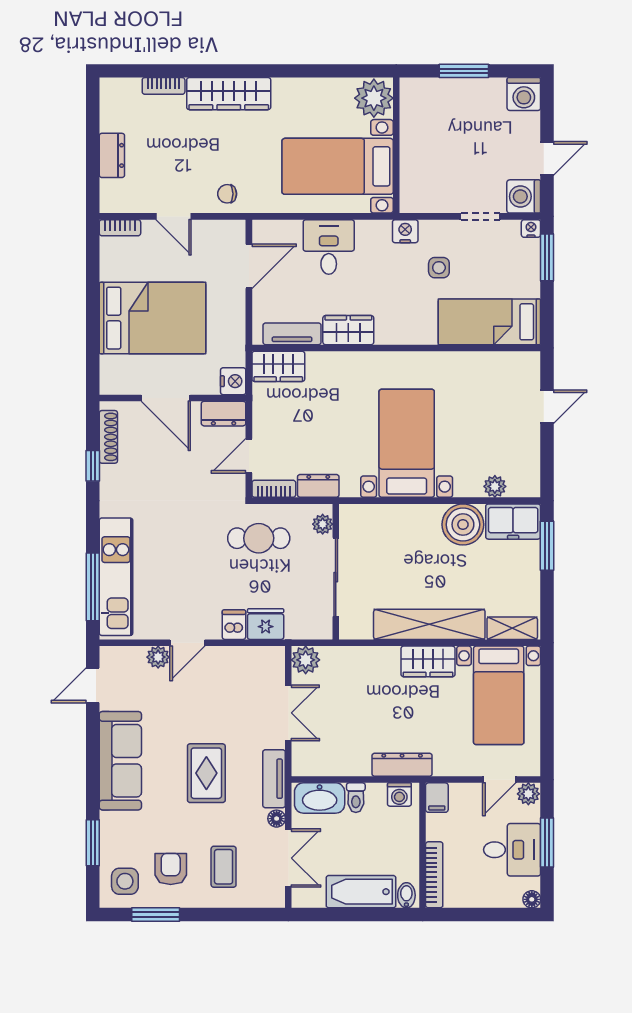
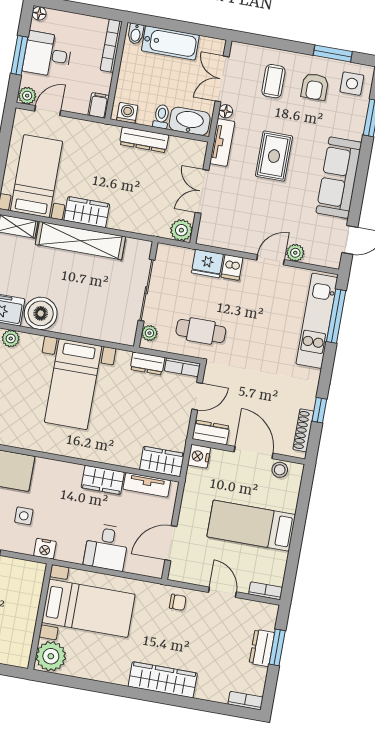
bookcase: (164, 86) -> (245, 701), moved
window: (93, 160) -> (277, 647), added
bed: (152, 318) -> (251, 526), width x0.67
stool: (129, 382) -> (280, 470), added
dresser: (402, 765) -> (144, 140), moved

